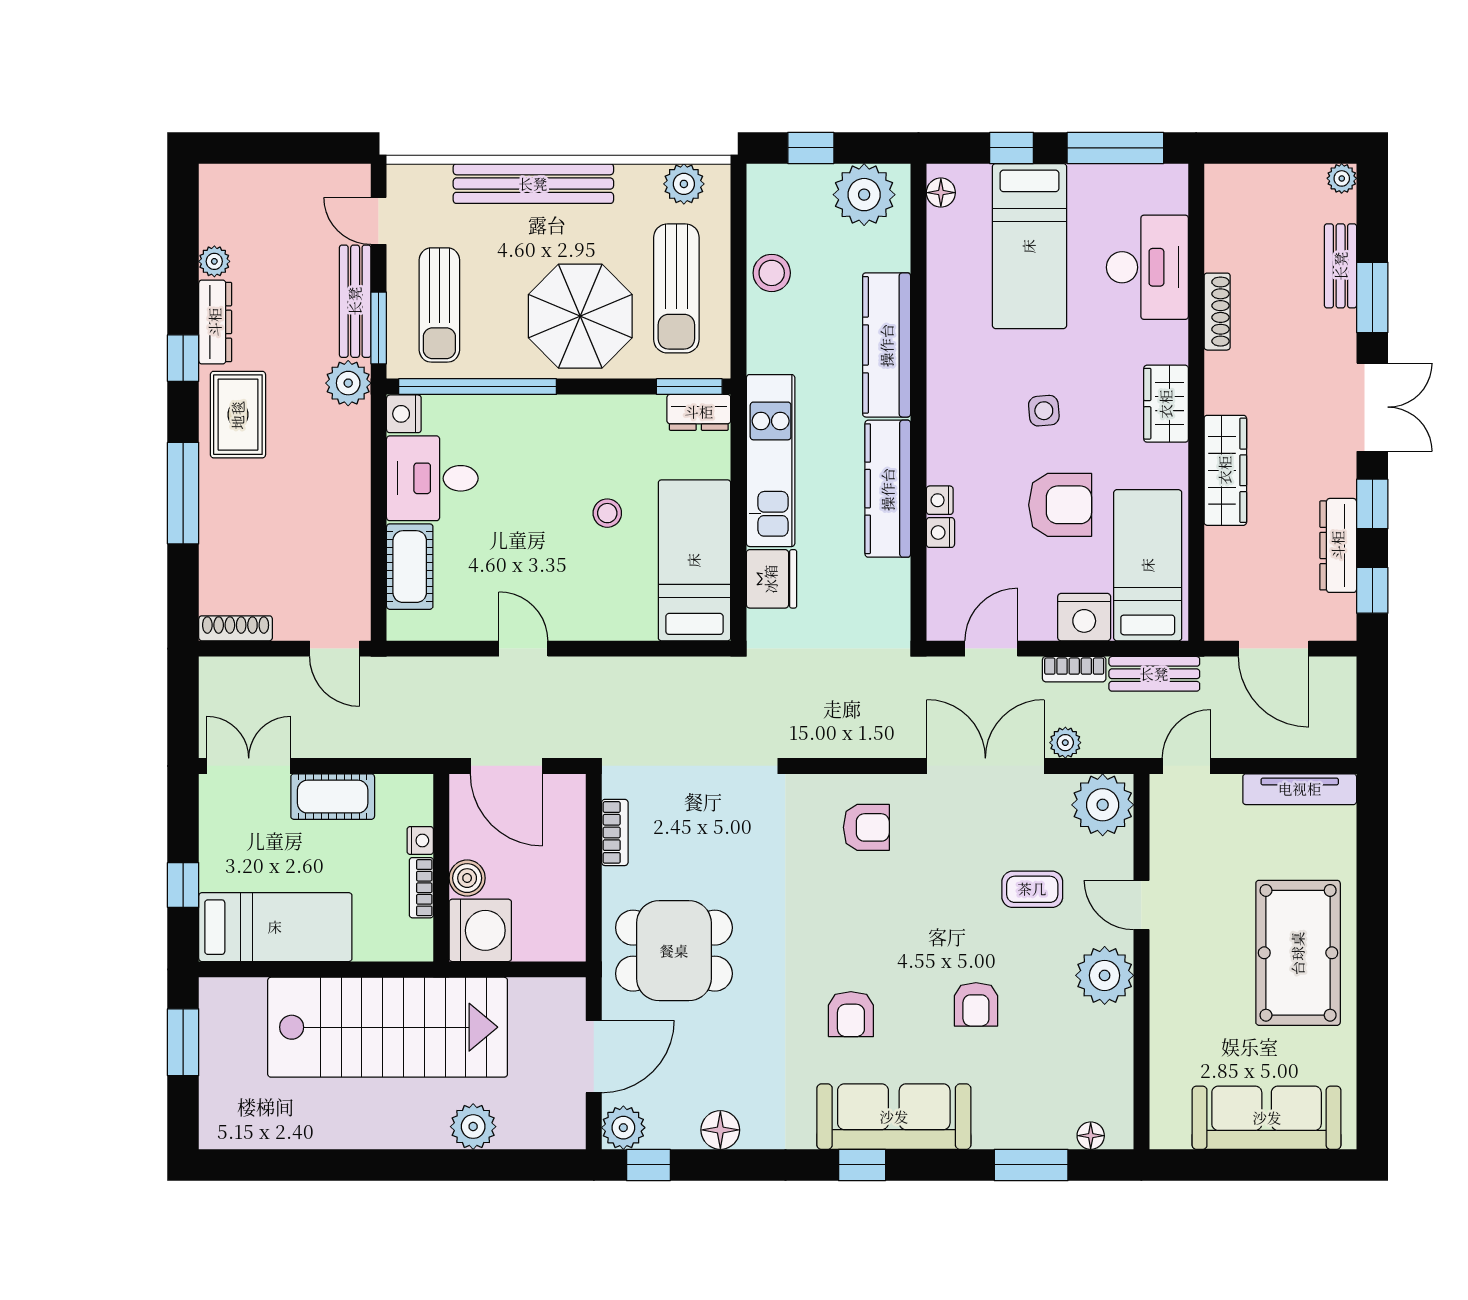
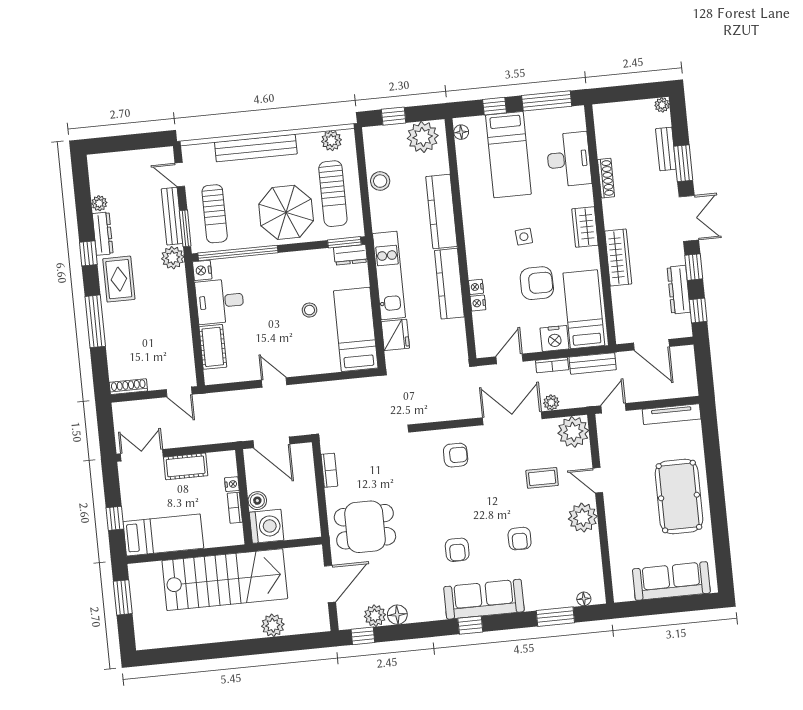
plant: (623, 1128) -> (375, 616), moved

